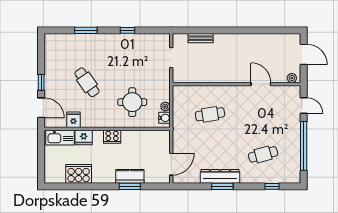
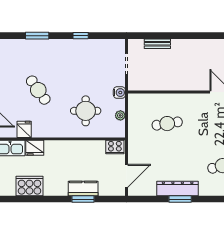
water cooler: (164, 118) -> (119, 93), moved
cooker: (112, 137) -> (115, 147), moved

